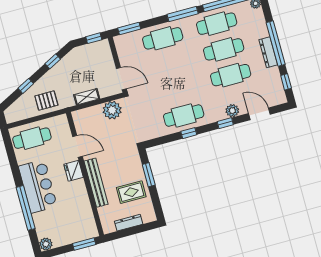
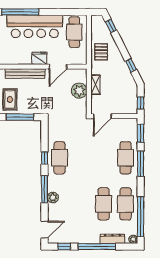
window: (183, 14) -> (141, 164), moved
dresser: (268, 52) -> (112, 239), moved
cafe table: (231, 75) -> (82, 204), removed
window: (26, 86) -> (111, 26), moved
plant: (112, 110) -> (79, 91), moved
door: (259, 114) -> (44, 230), moved
window: (225, 123) -> (44, 189), width x2.17
window: (149, 175) -> (20, 117), width x1.44
bar counter: (38, 186) -> (35, 26), width x1.36

